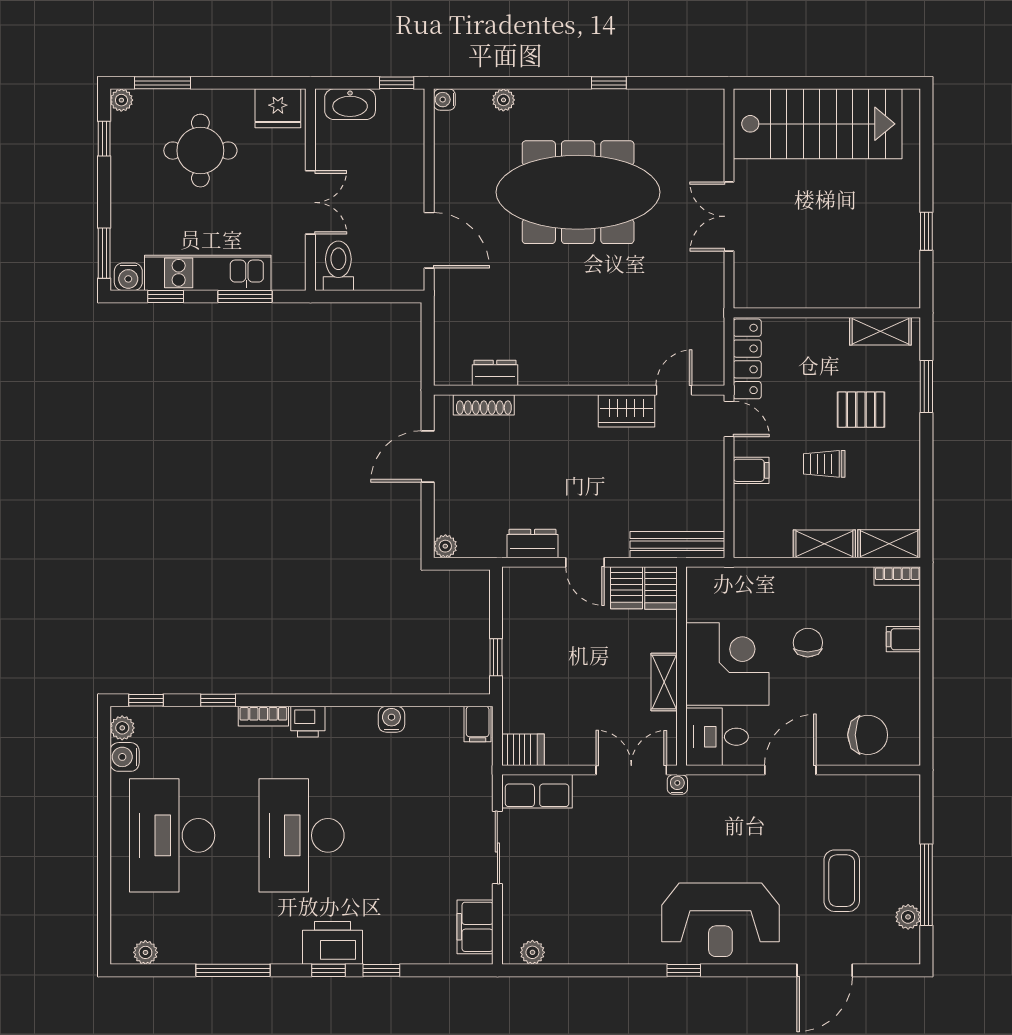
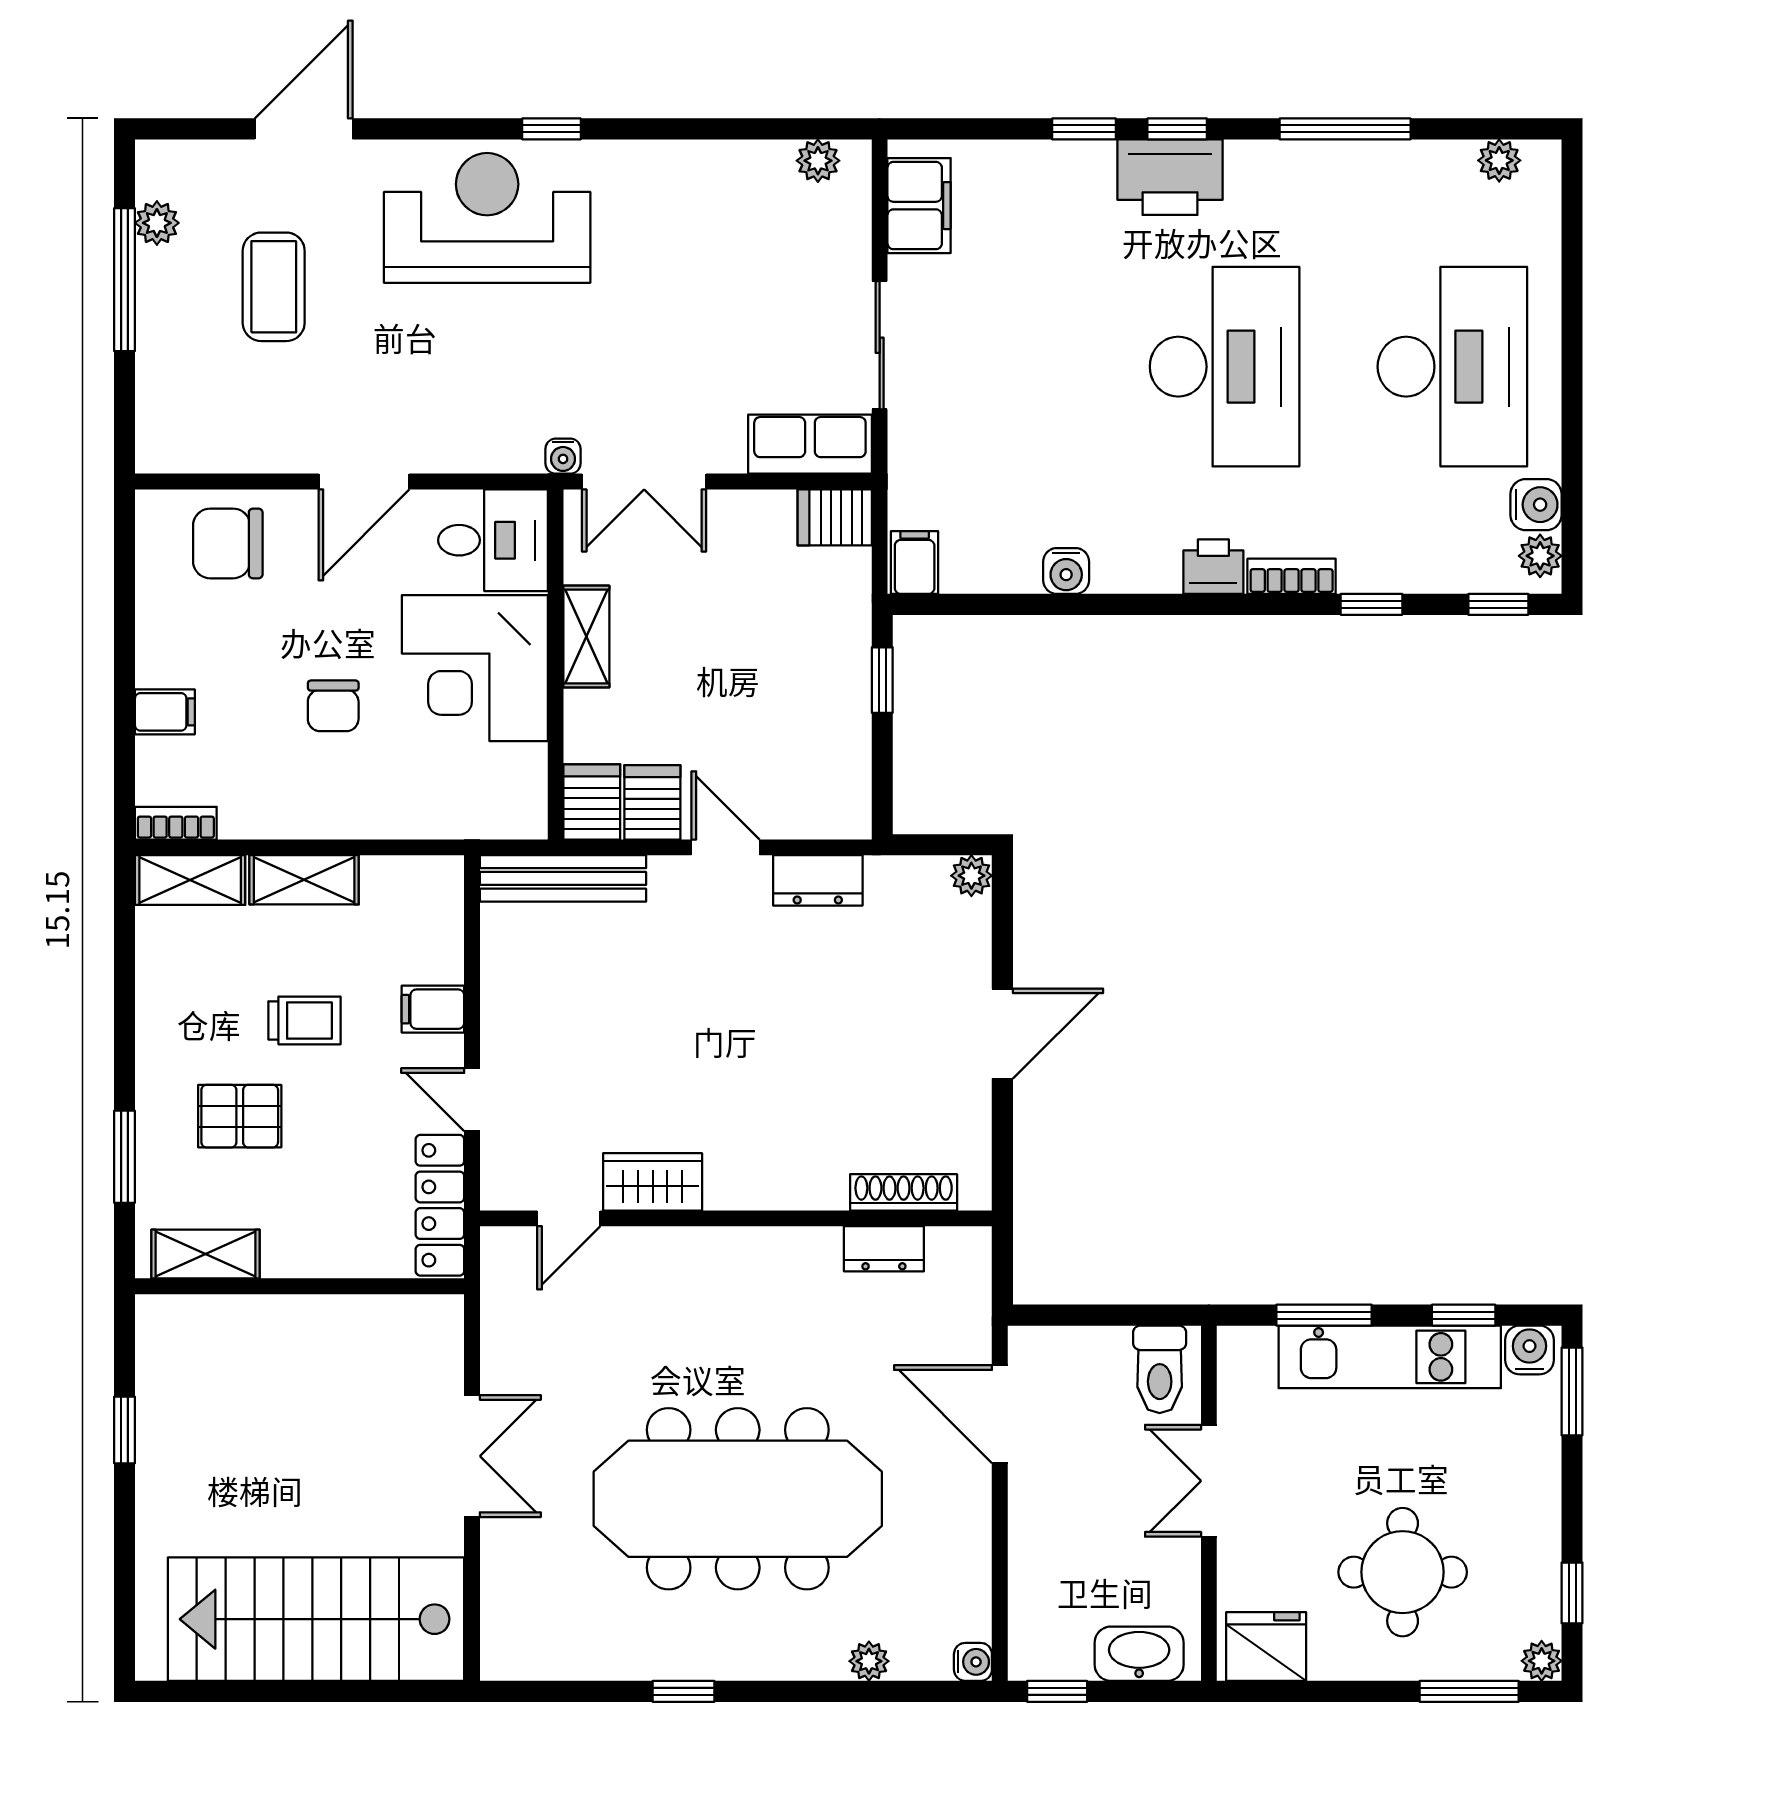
dresser: (495, 373) -> (884, 1249), moved
wall: (579, 390) -> (736, 1218), moved
door: (674, 390) -> (569, 1218), moved
shoe rack: (484, 405) -> (904, 1192), moved
wardrobe: (626, 411) -> (653, 1182), moved

